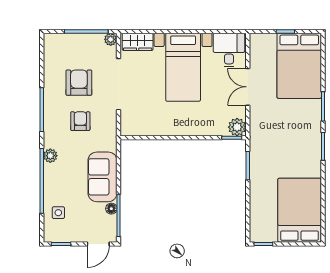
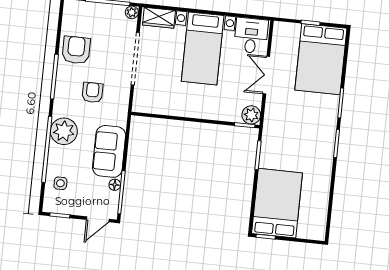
armchair: (79, 83) -> (76, 50), moved
plant: (50, 156) -> (64, 131), width x1.87, depth x1.87
bed: (300, 210) -> (277, 203), moved

